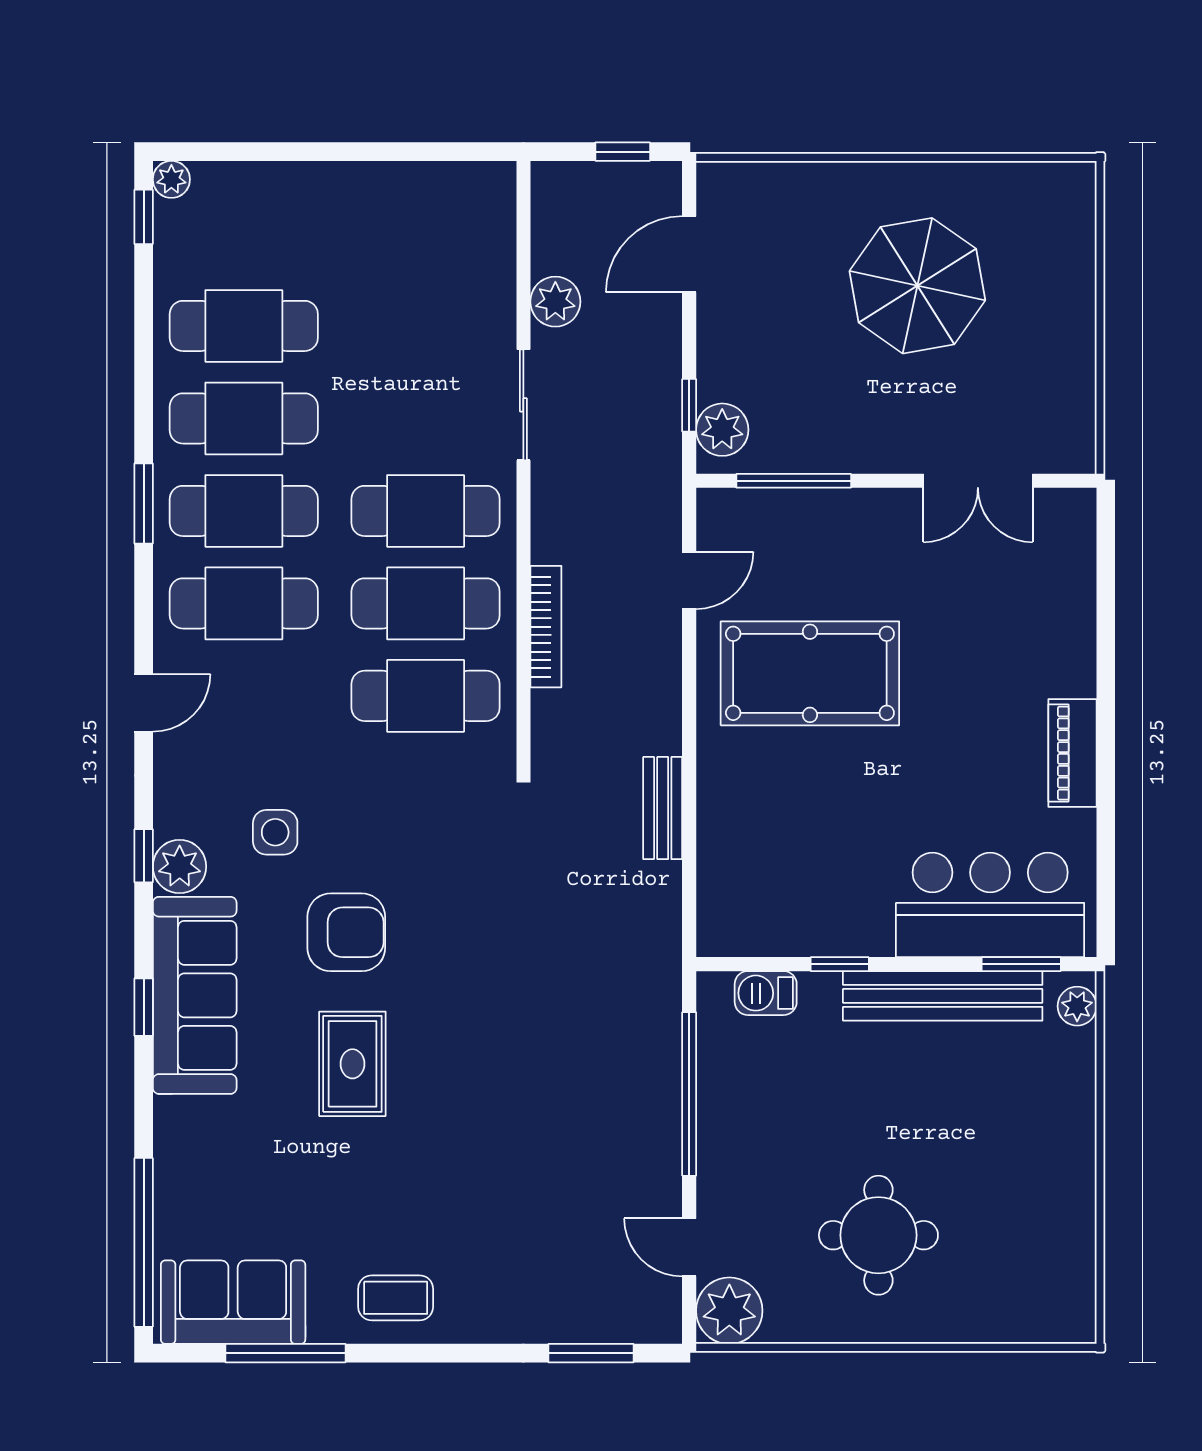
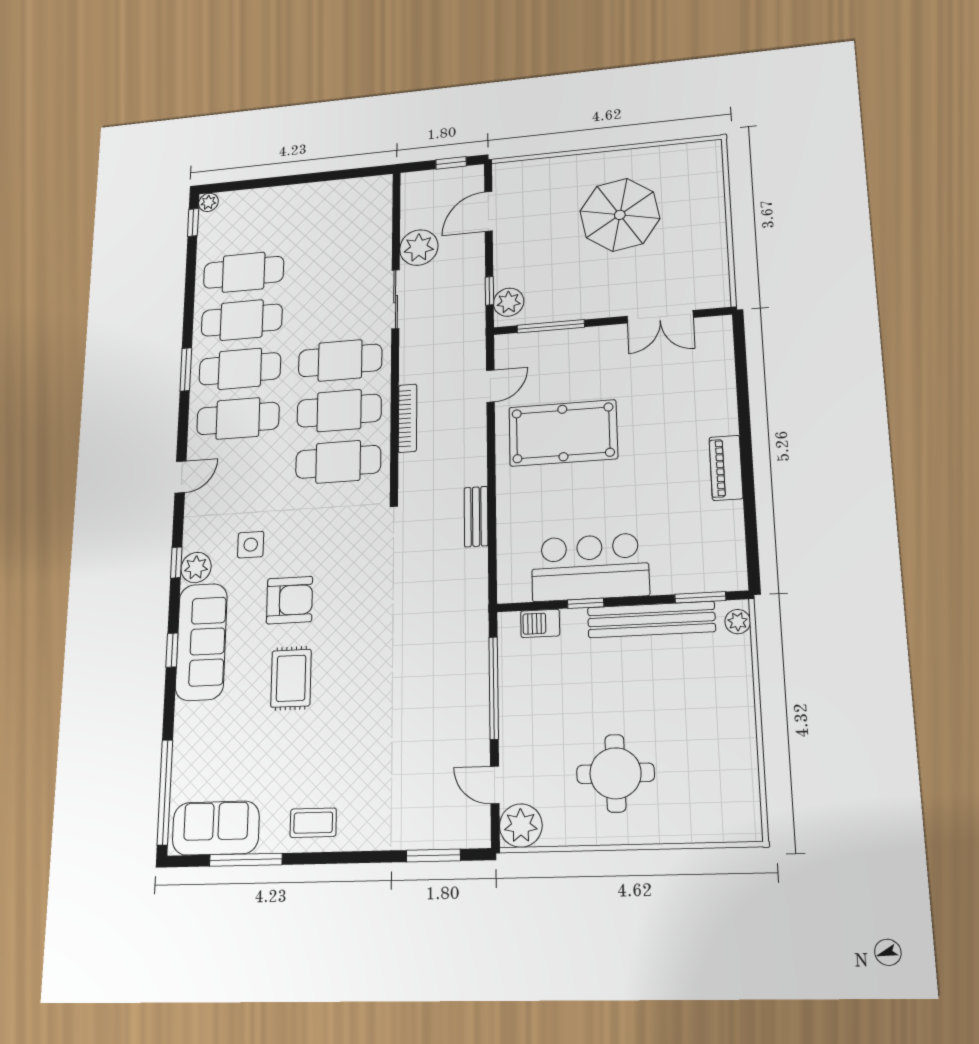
plant: (555, 302) -> (419, 248), width x1.36, depth x1.36
bar counter: (990, 905) -> (590, 567), moved

